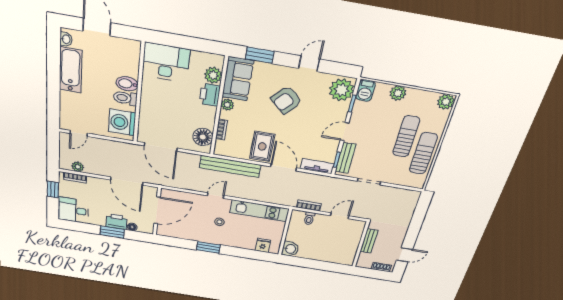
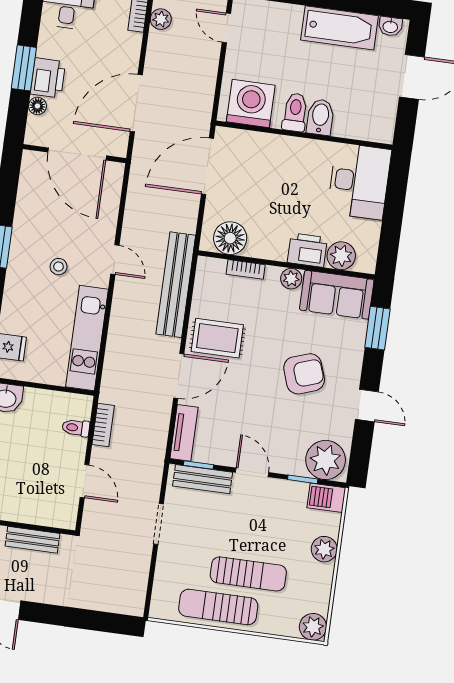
armchair: (286, 100) -> (304, 374), turned 118
sun lounger: (423, 153) -> (218, 607), turned 180

